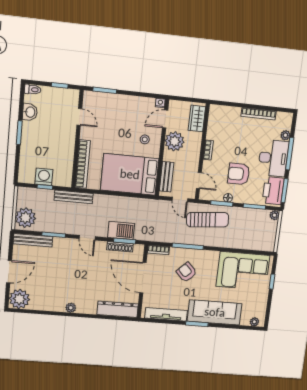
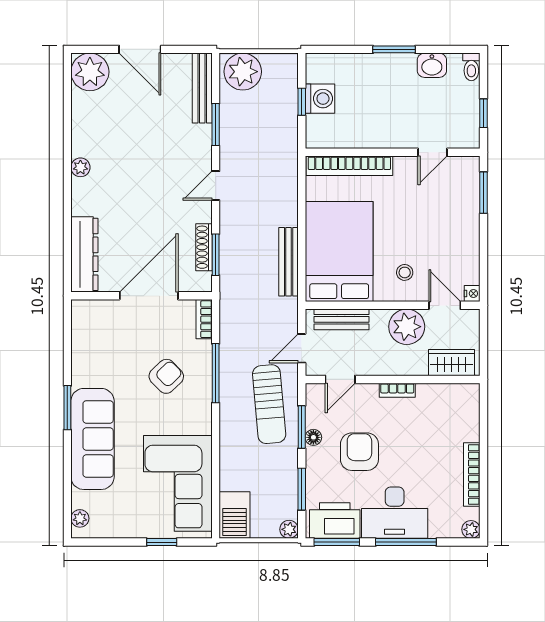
plant: (285, 135) -> (471, 529), moved
bench: (74, 197) -> (289, 262), moved
barbecue: (121, 230) -> (235, 515), moved
tv unit: (166, 314) -> (82, 347), removed

